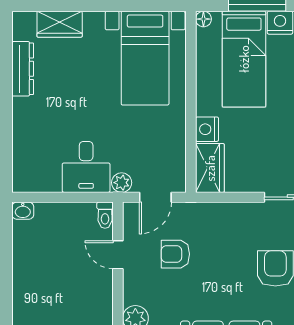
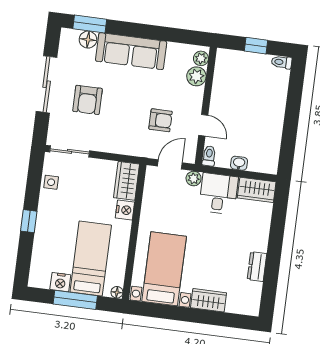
wardrobe: (60, 24) -> (208, 300), moved
dresser: (23, 69) -> (257, 267), width x0.70
wardrobe: (36, 178) -> (257, 190), added
washbasin: (23, 211) -> (239, 163), moved

